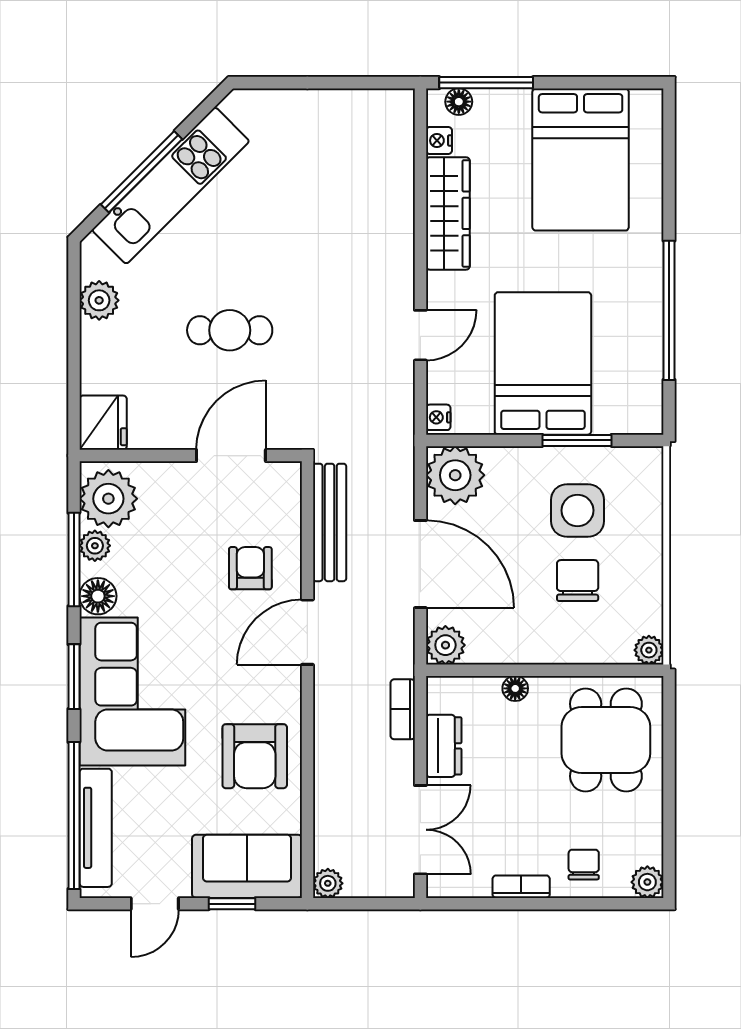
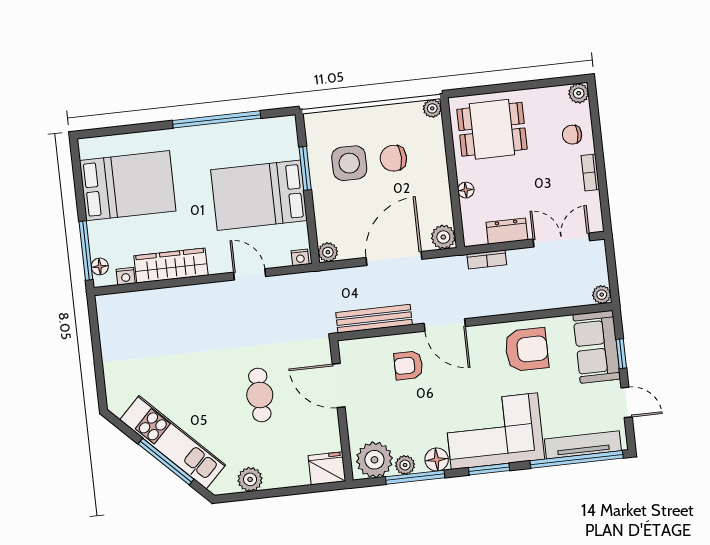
plant: (455, 475) -> (328, 252), width x0.53, depth x0.53

